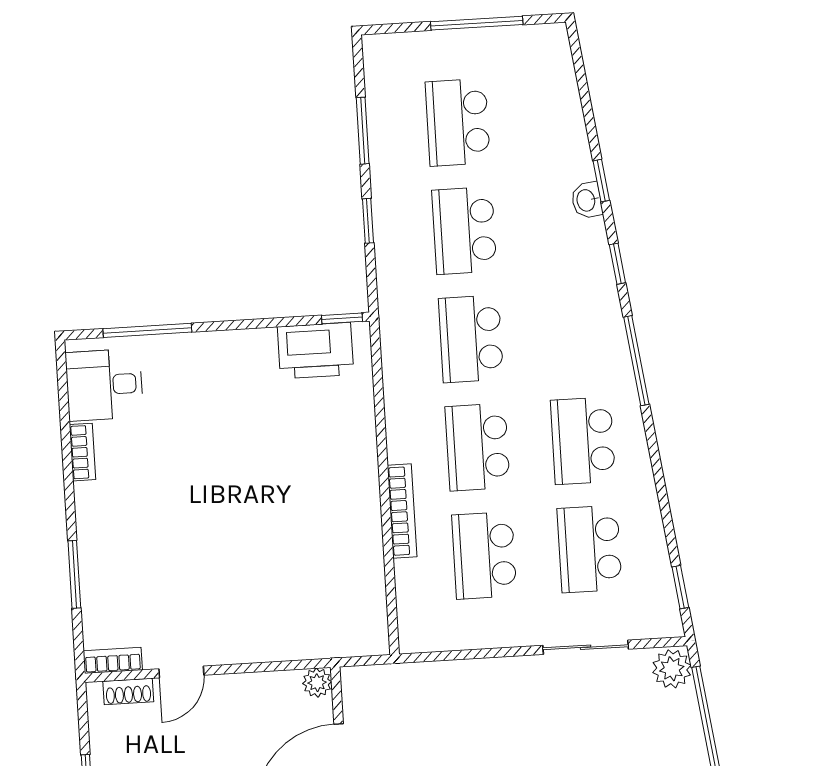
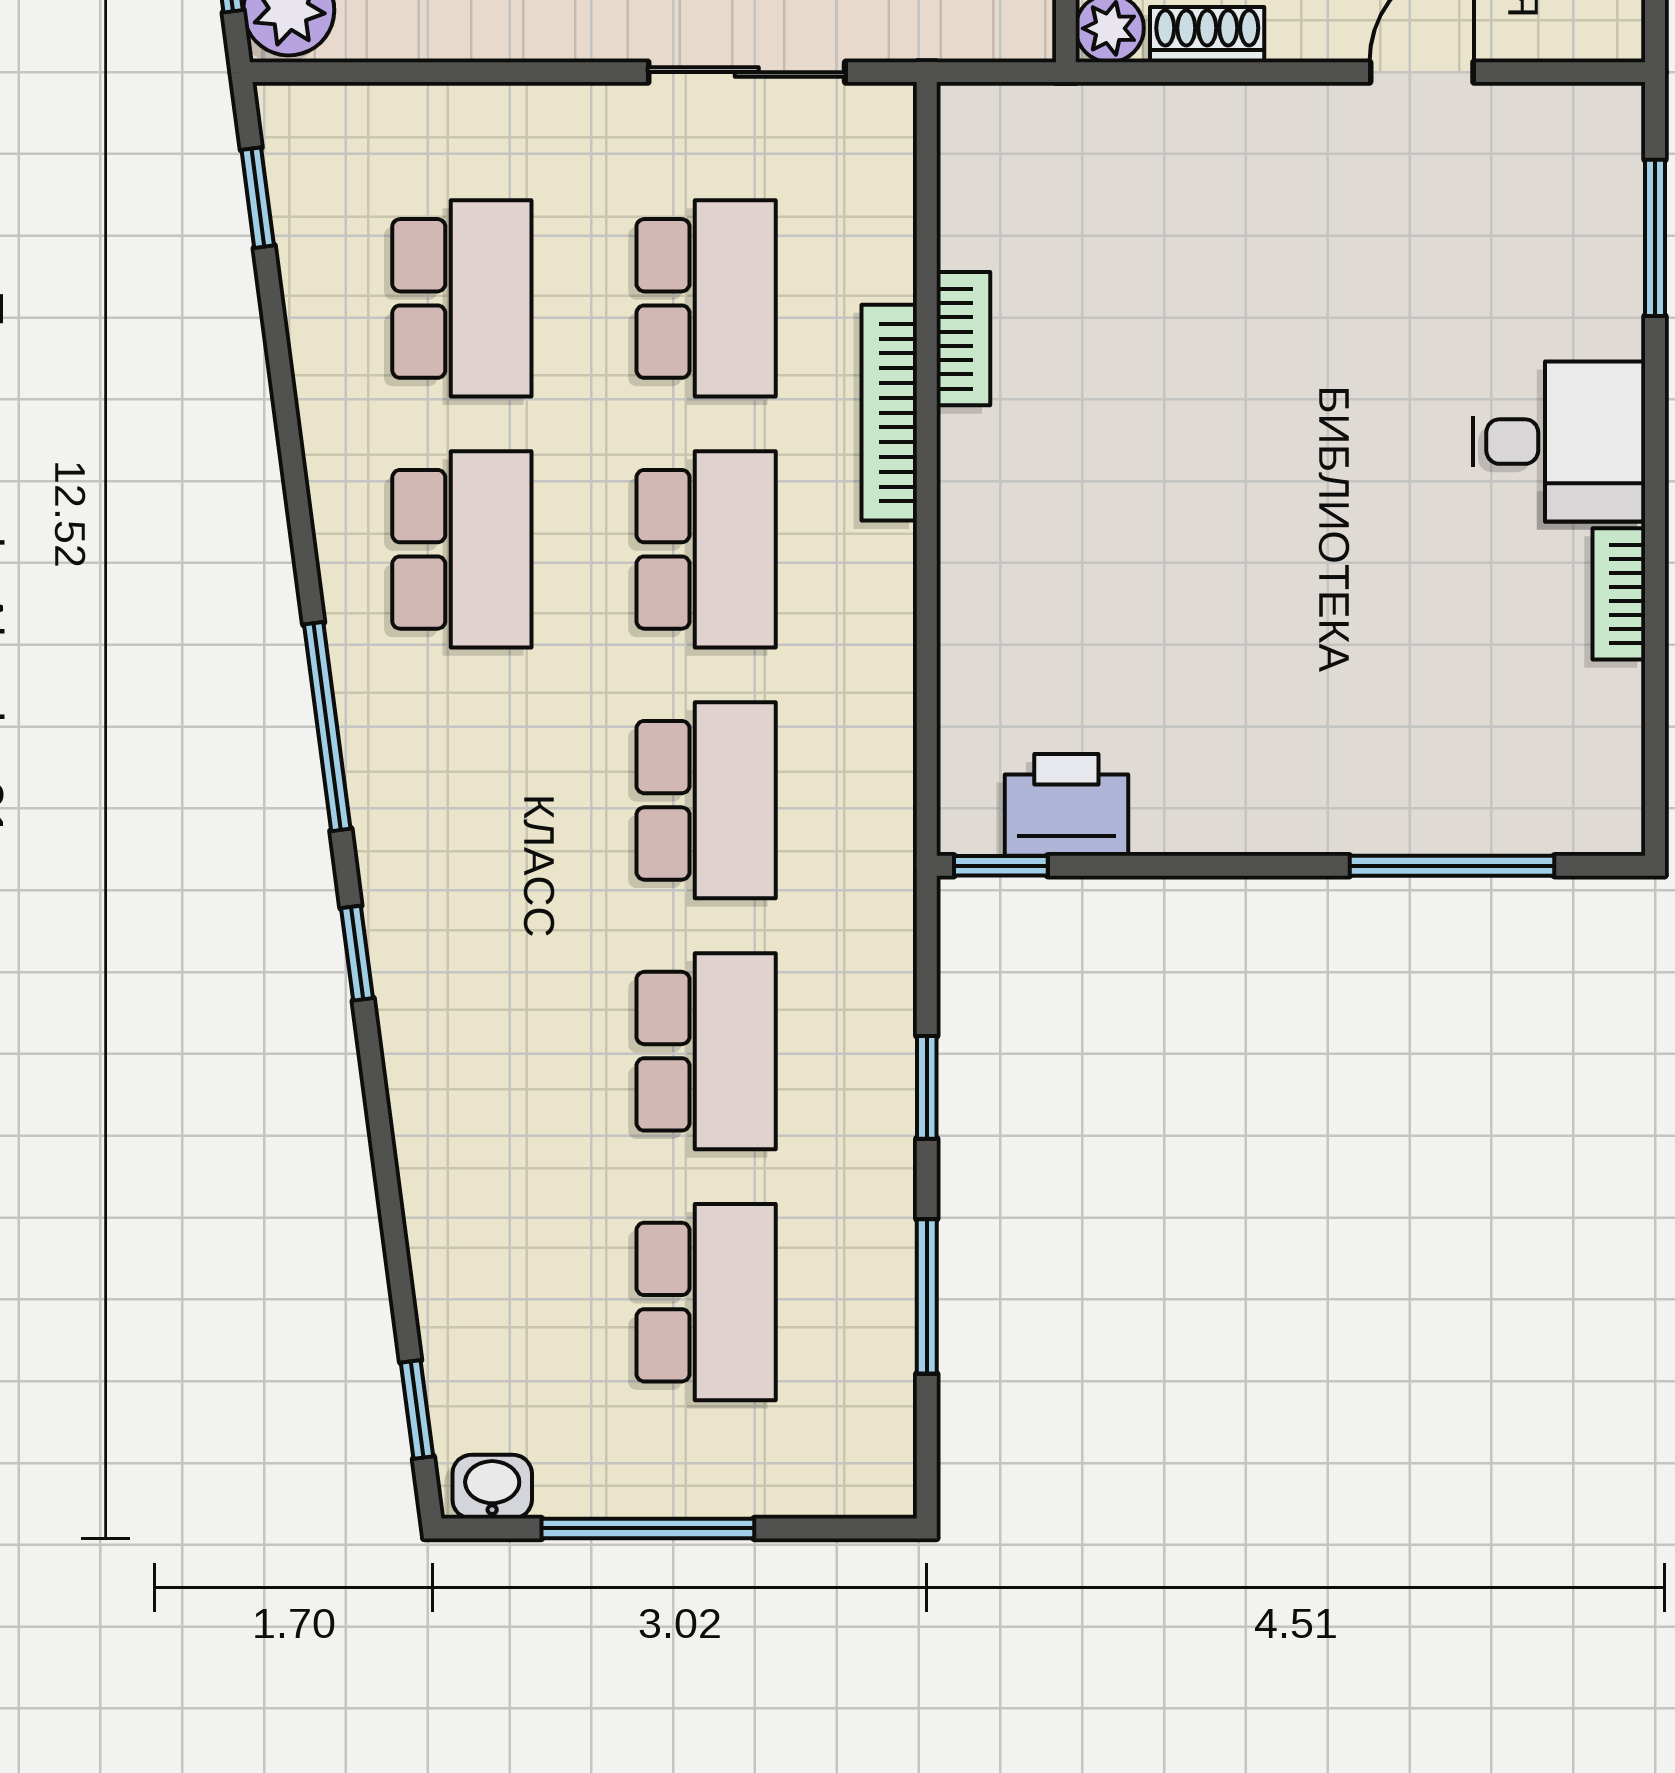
window: (601, 181) -> (417, 1409), moved
washbasin: (587, 200) -> (492, 1487), moved, turned -83
printer: (316, 351) -> (1066, 805), width x0.73, depth x0.84
desk: (104, 385) -> (1559, 442), moved
window: (74, 574) -> (1655, 238), moved
sliding door: (586, 647) -> (747, 72), moved
bookcase: (113, 660) -> (963, 339), moved, turned -90
shoe rack: (128, 691) -> (1207, 35), moved

